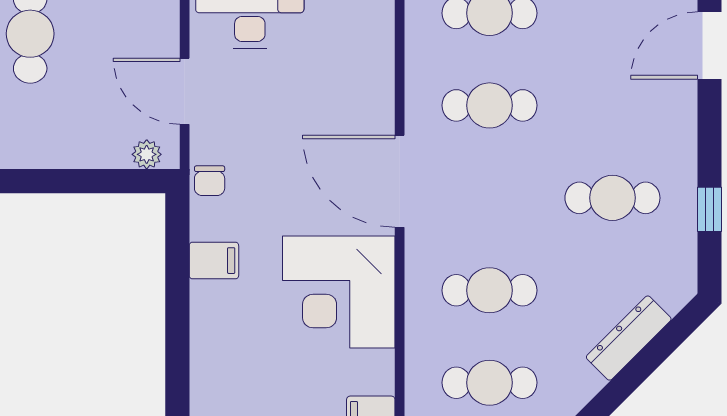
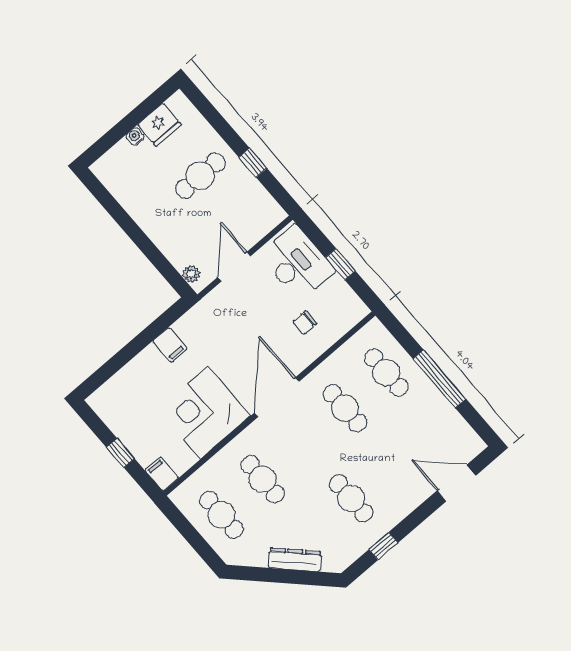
chair: (210, 181) -> (305, 323), moved

